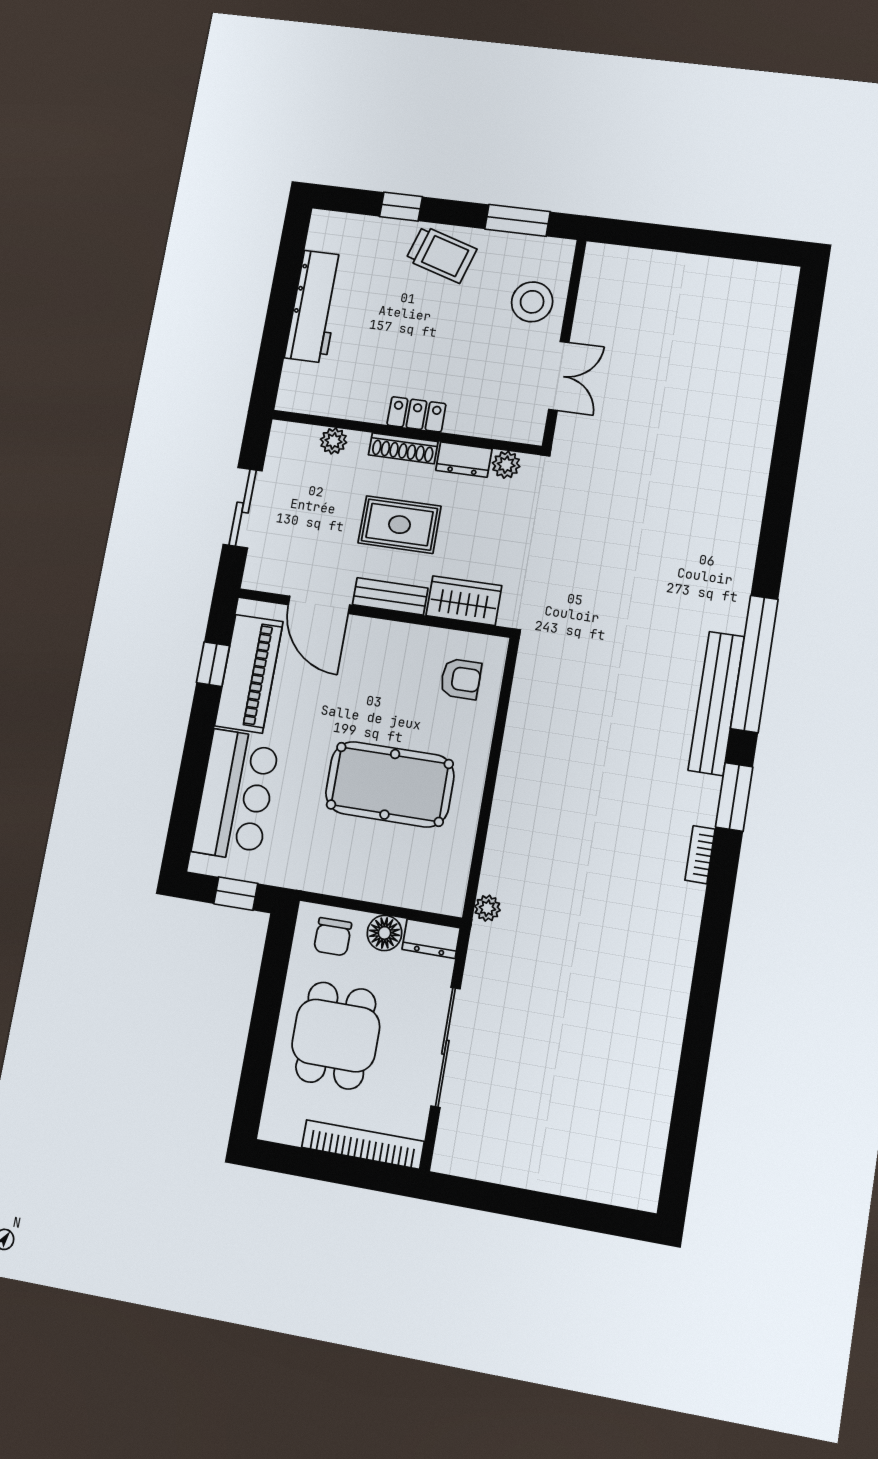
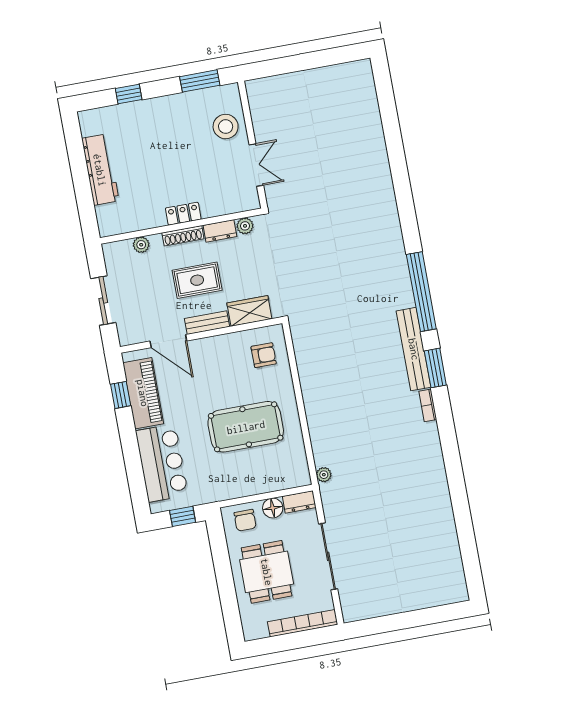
trolley: (441, 254) -> (163, 115), removed
bench: (716, 703) -> (414, 349), moved

